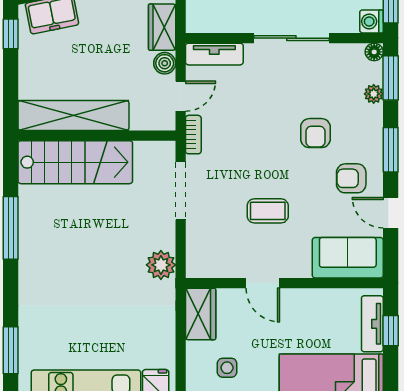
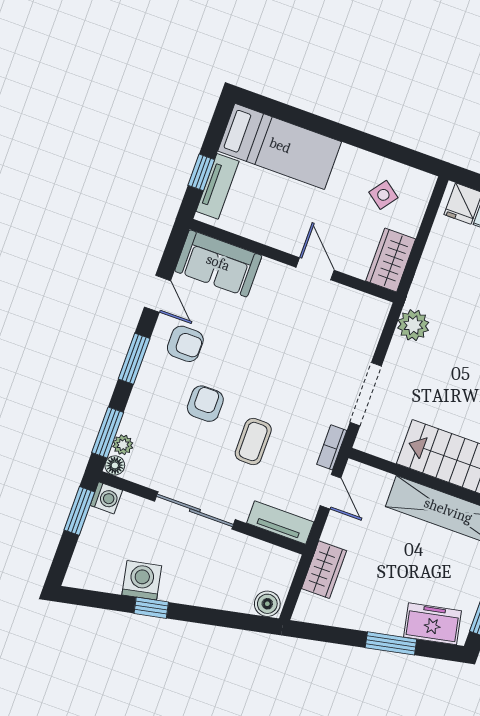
boiler: (165, 63) -> (335, 531), removed
plant: (374, 94) -> (123, 445), moved
door: (181, 96) -> (331, 492), swing flipped
coffee table: (268, 211) -> (253, 441), moved, turned 90
side table: (227, 368) -> (383, 195), turned 37

